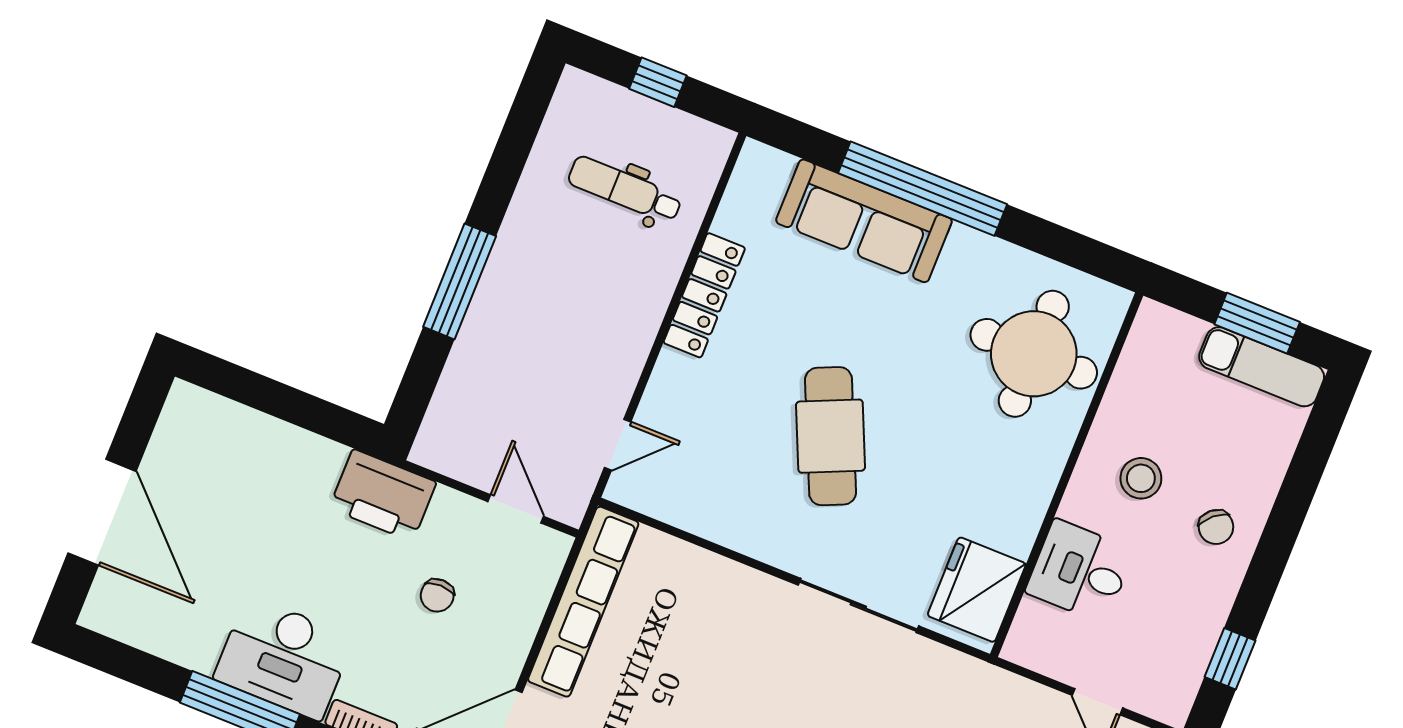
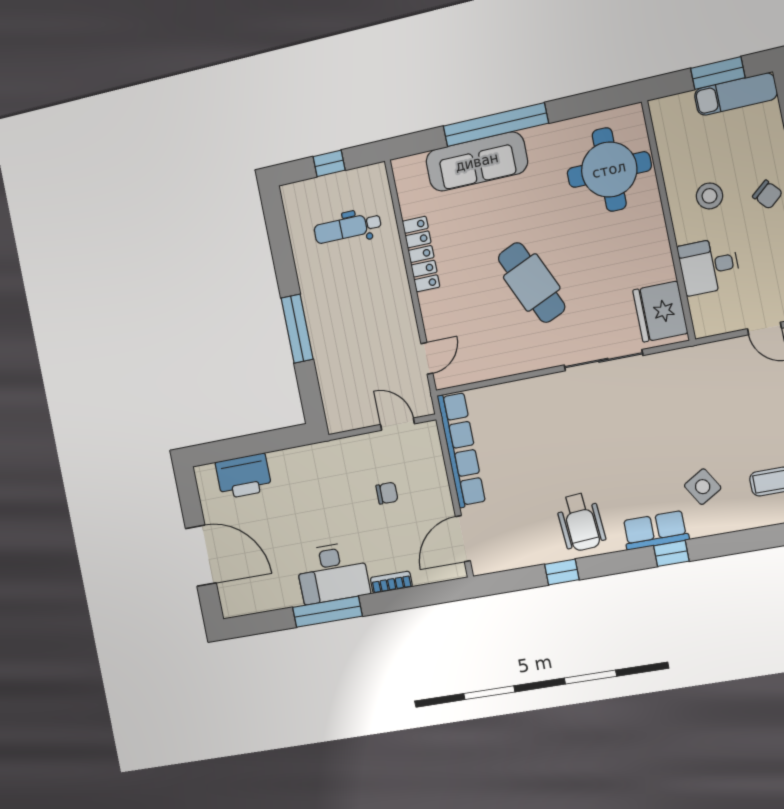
printer: (383, 495) -> (243, 476), moved
chair: (437, 595) -> (387, 493), turned -90

